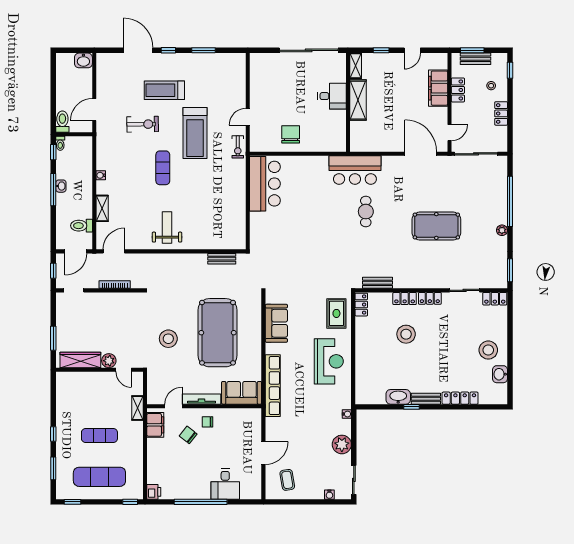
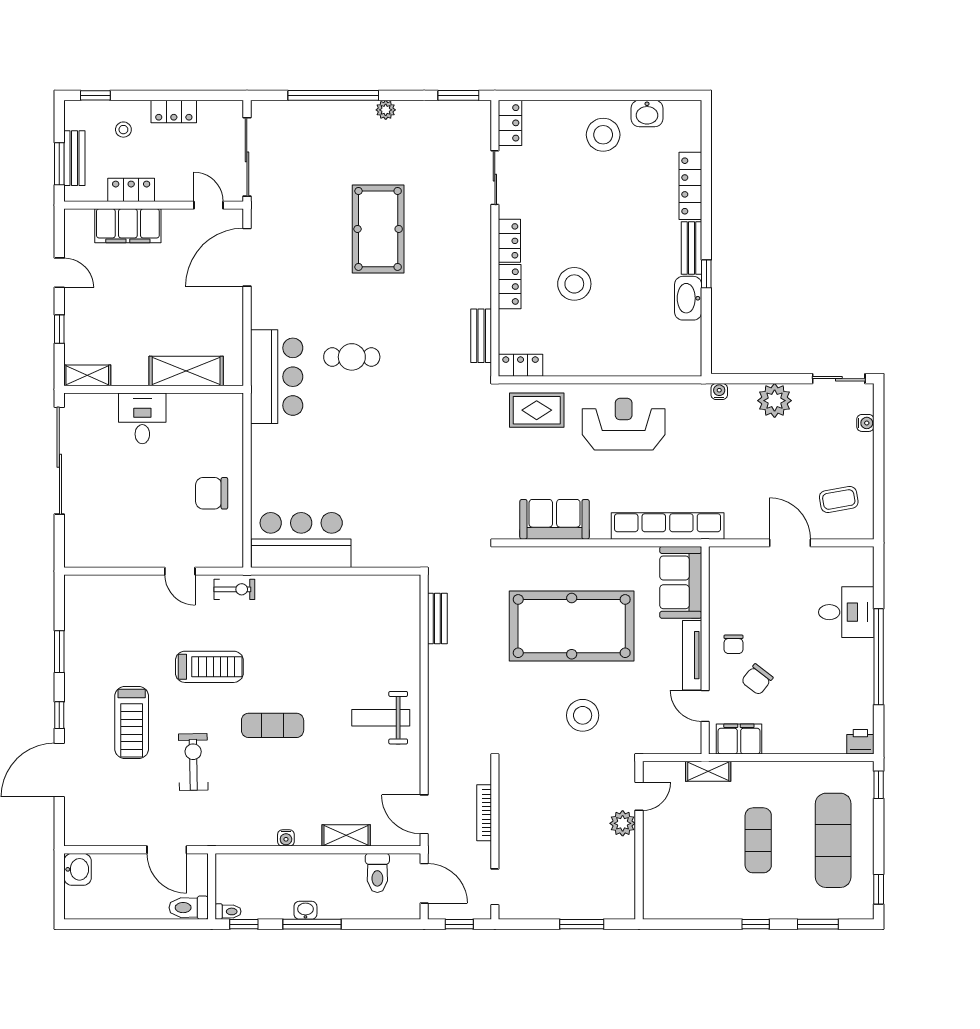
shelving: (358, 100) -> (186, 371), moved
treadmill: (195, 133) -> (209, 667), width x0.73, depth x0.73
wardrobe: (80, 360) -> (621, 875), removed

